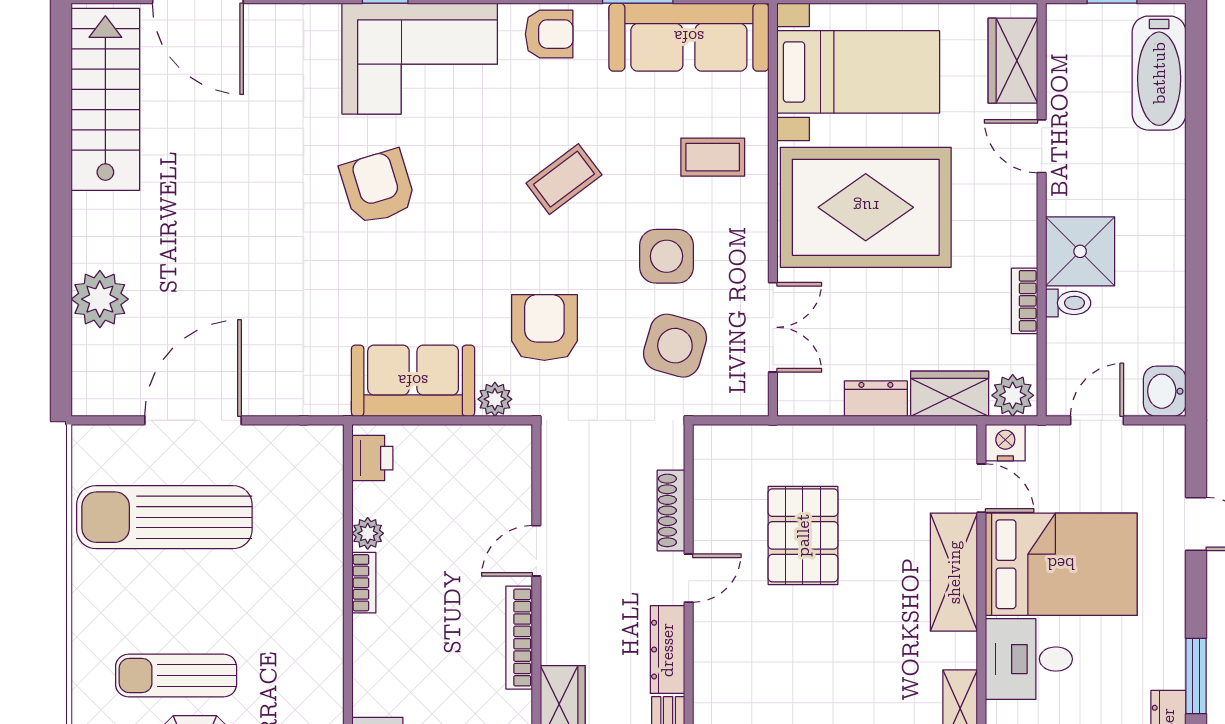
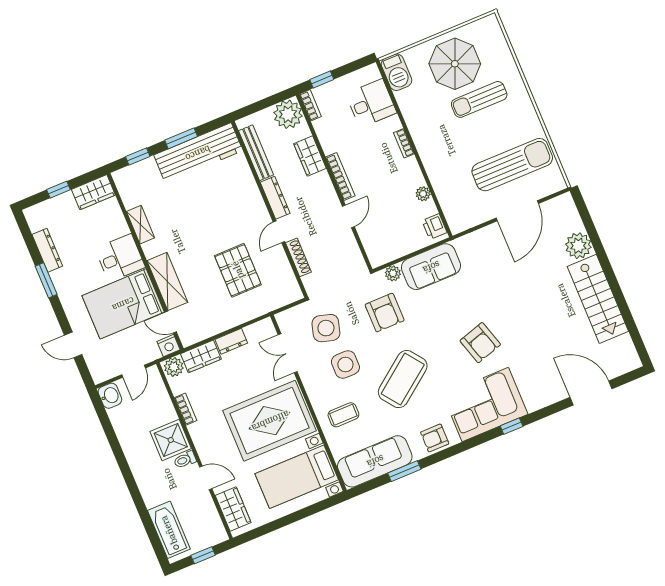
stairs: (105, 99) -> (598, 299), moved
coffee table: (564, 179) -> (403, 379), width x1.86, depth x1.72
toilet: (1068, 303) -> (185, 460), moved
bookcase: (364, 583) -> (404, 143), moved
sun lounger: (176, 675) -> (479, 99), turned 180

